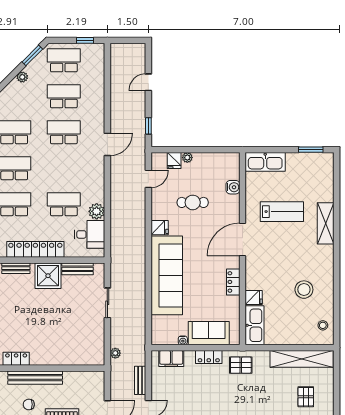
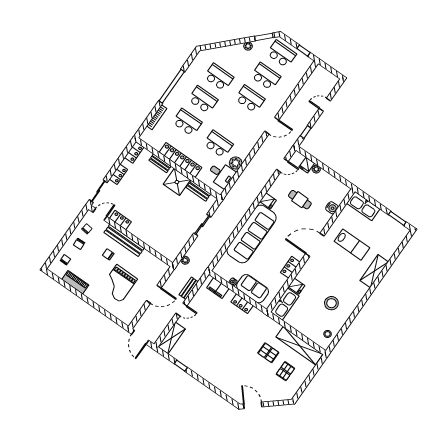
pallet: (241, 365) -> (268, 353), moved

